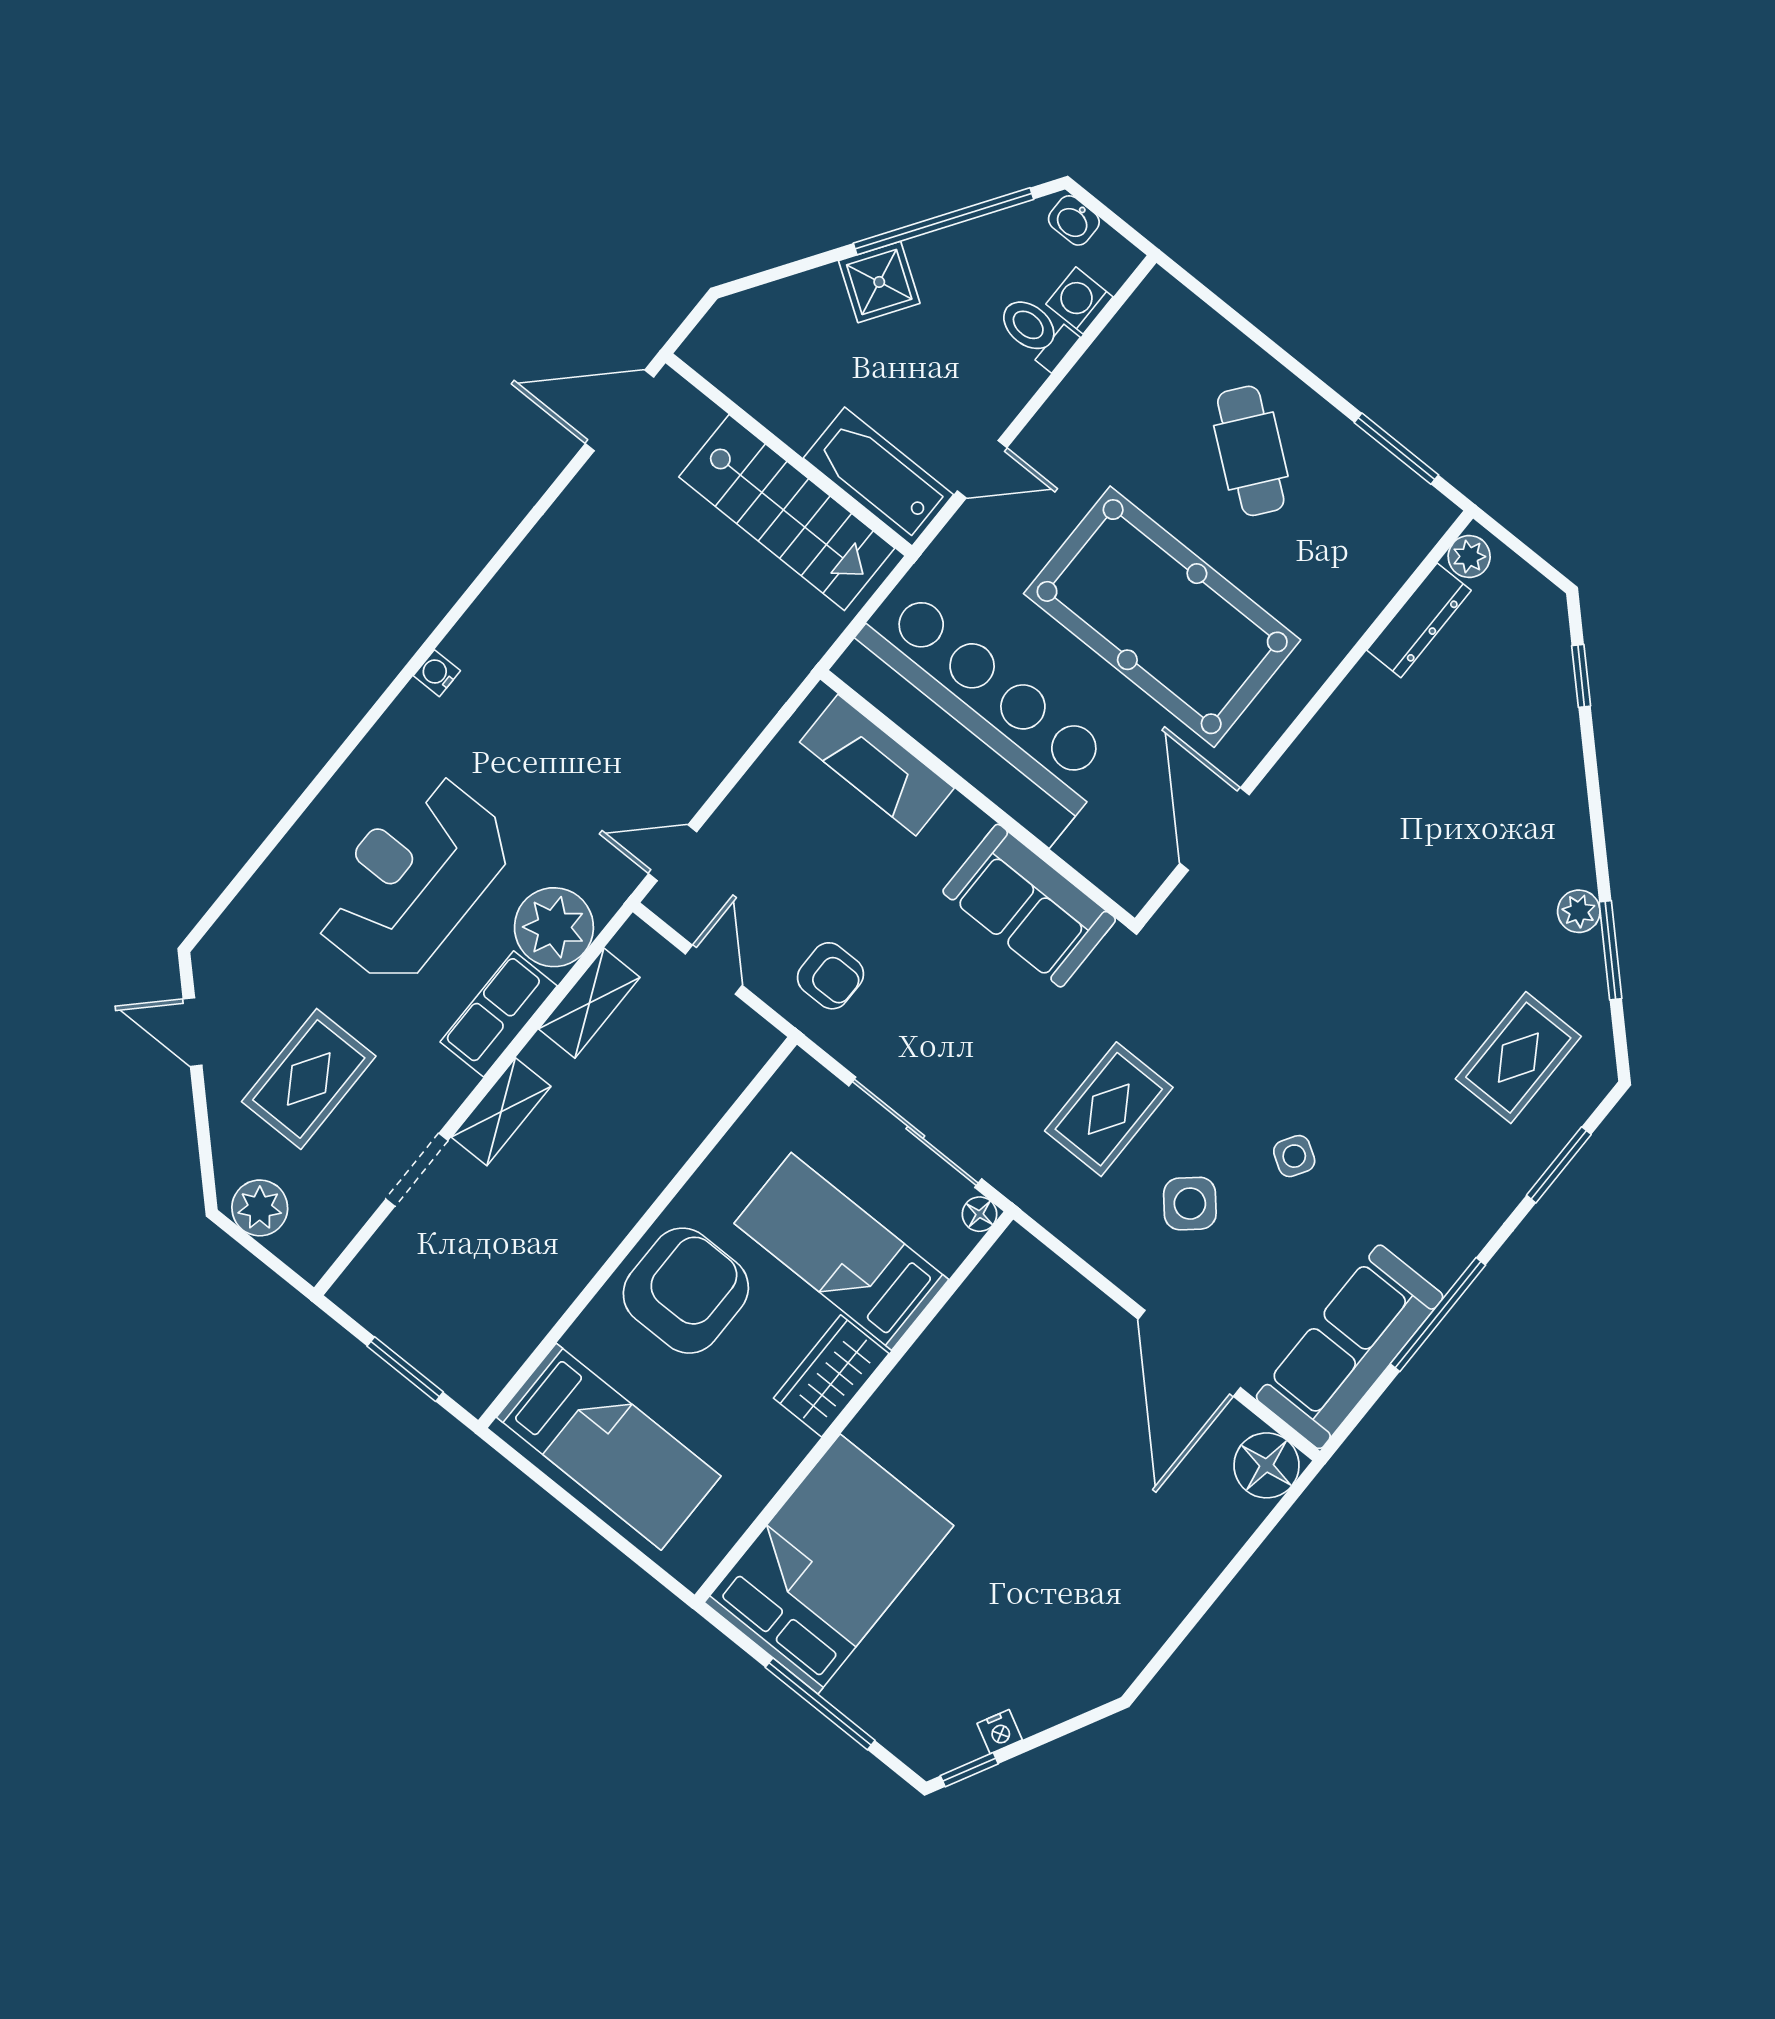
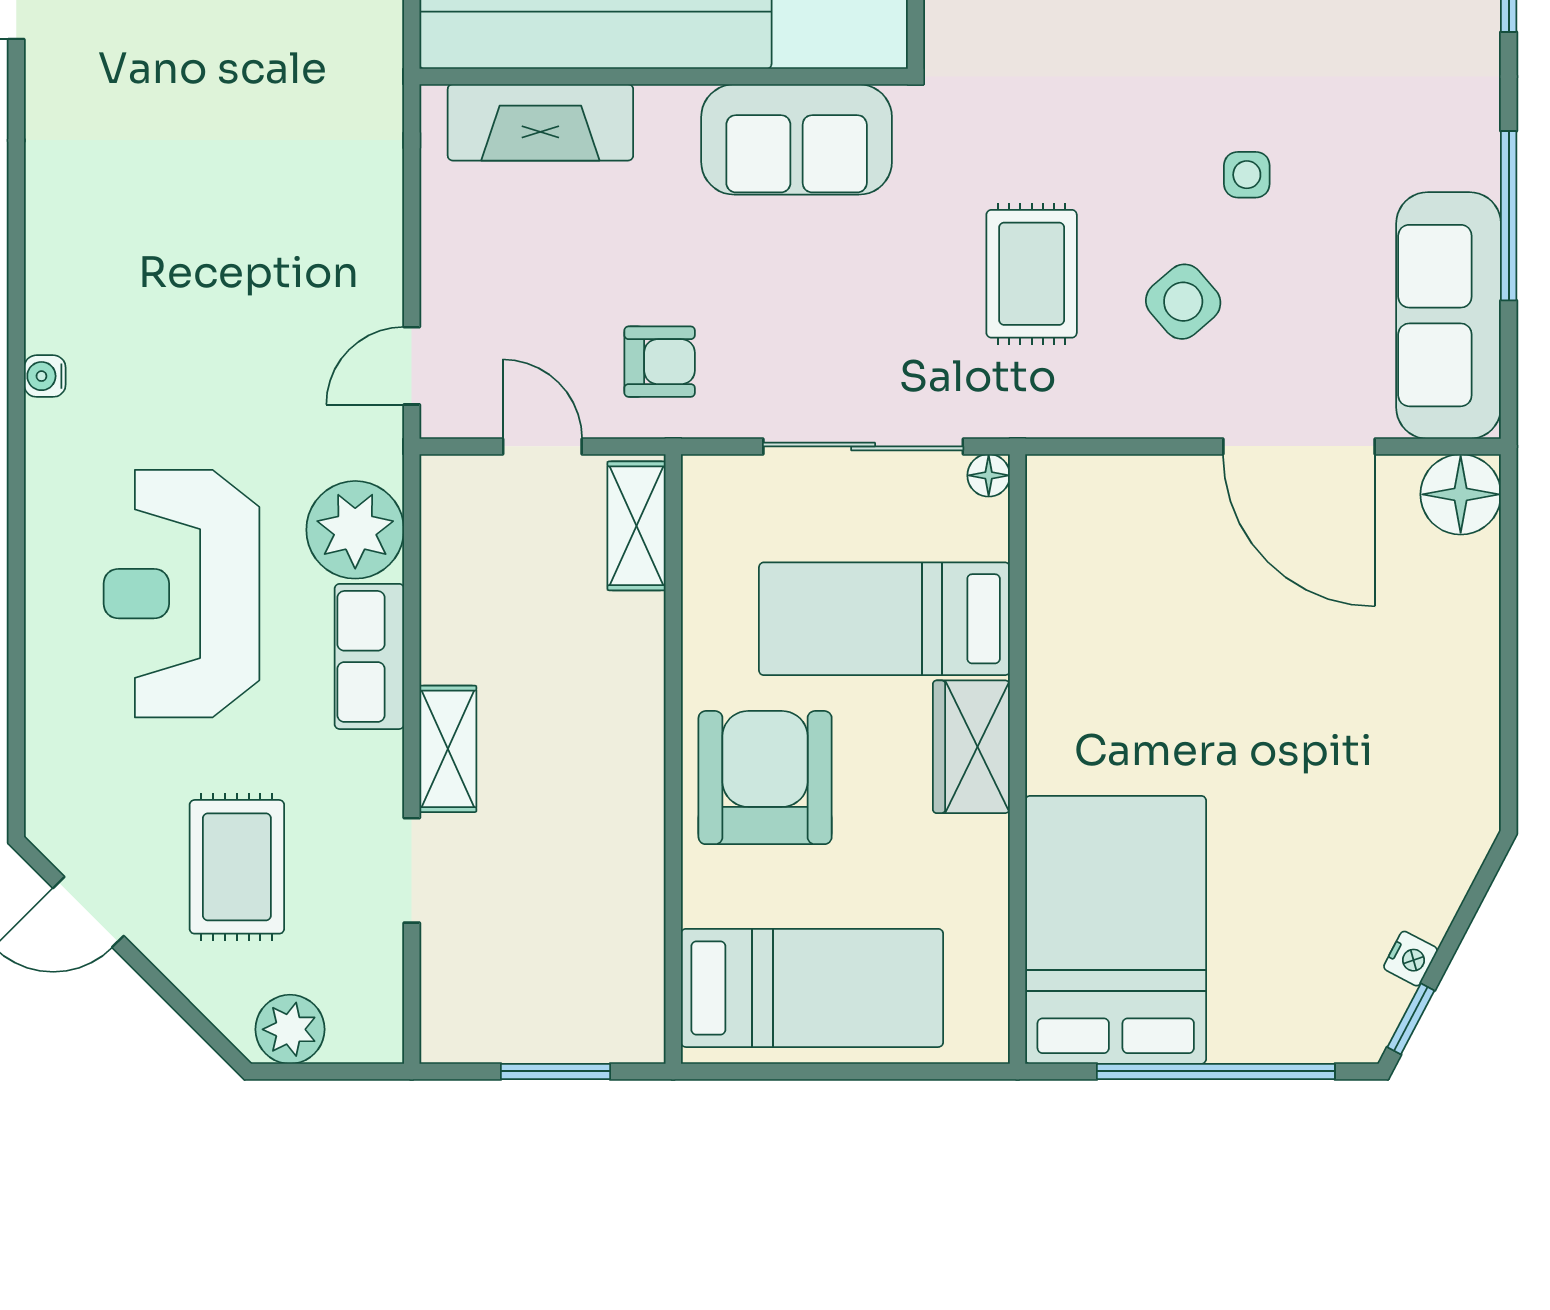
shelving: (589, 1003) -> (637, 526), moved
side table: (1294, 1156) -> (1247, 175), turned -32
window: (820, 1704) -> (1216, 1071), width x1.46

